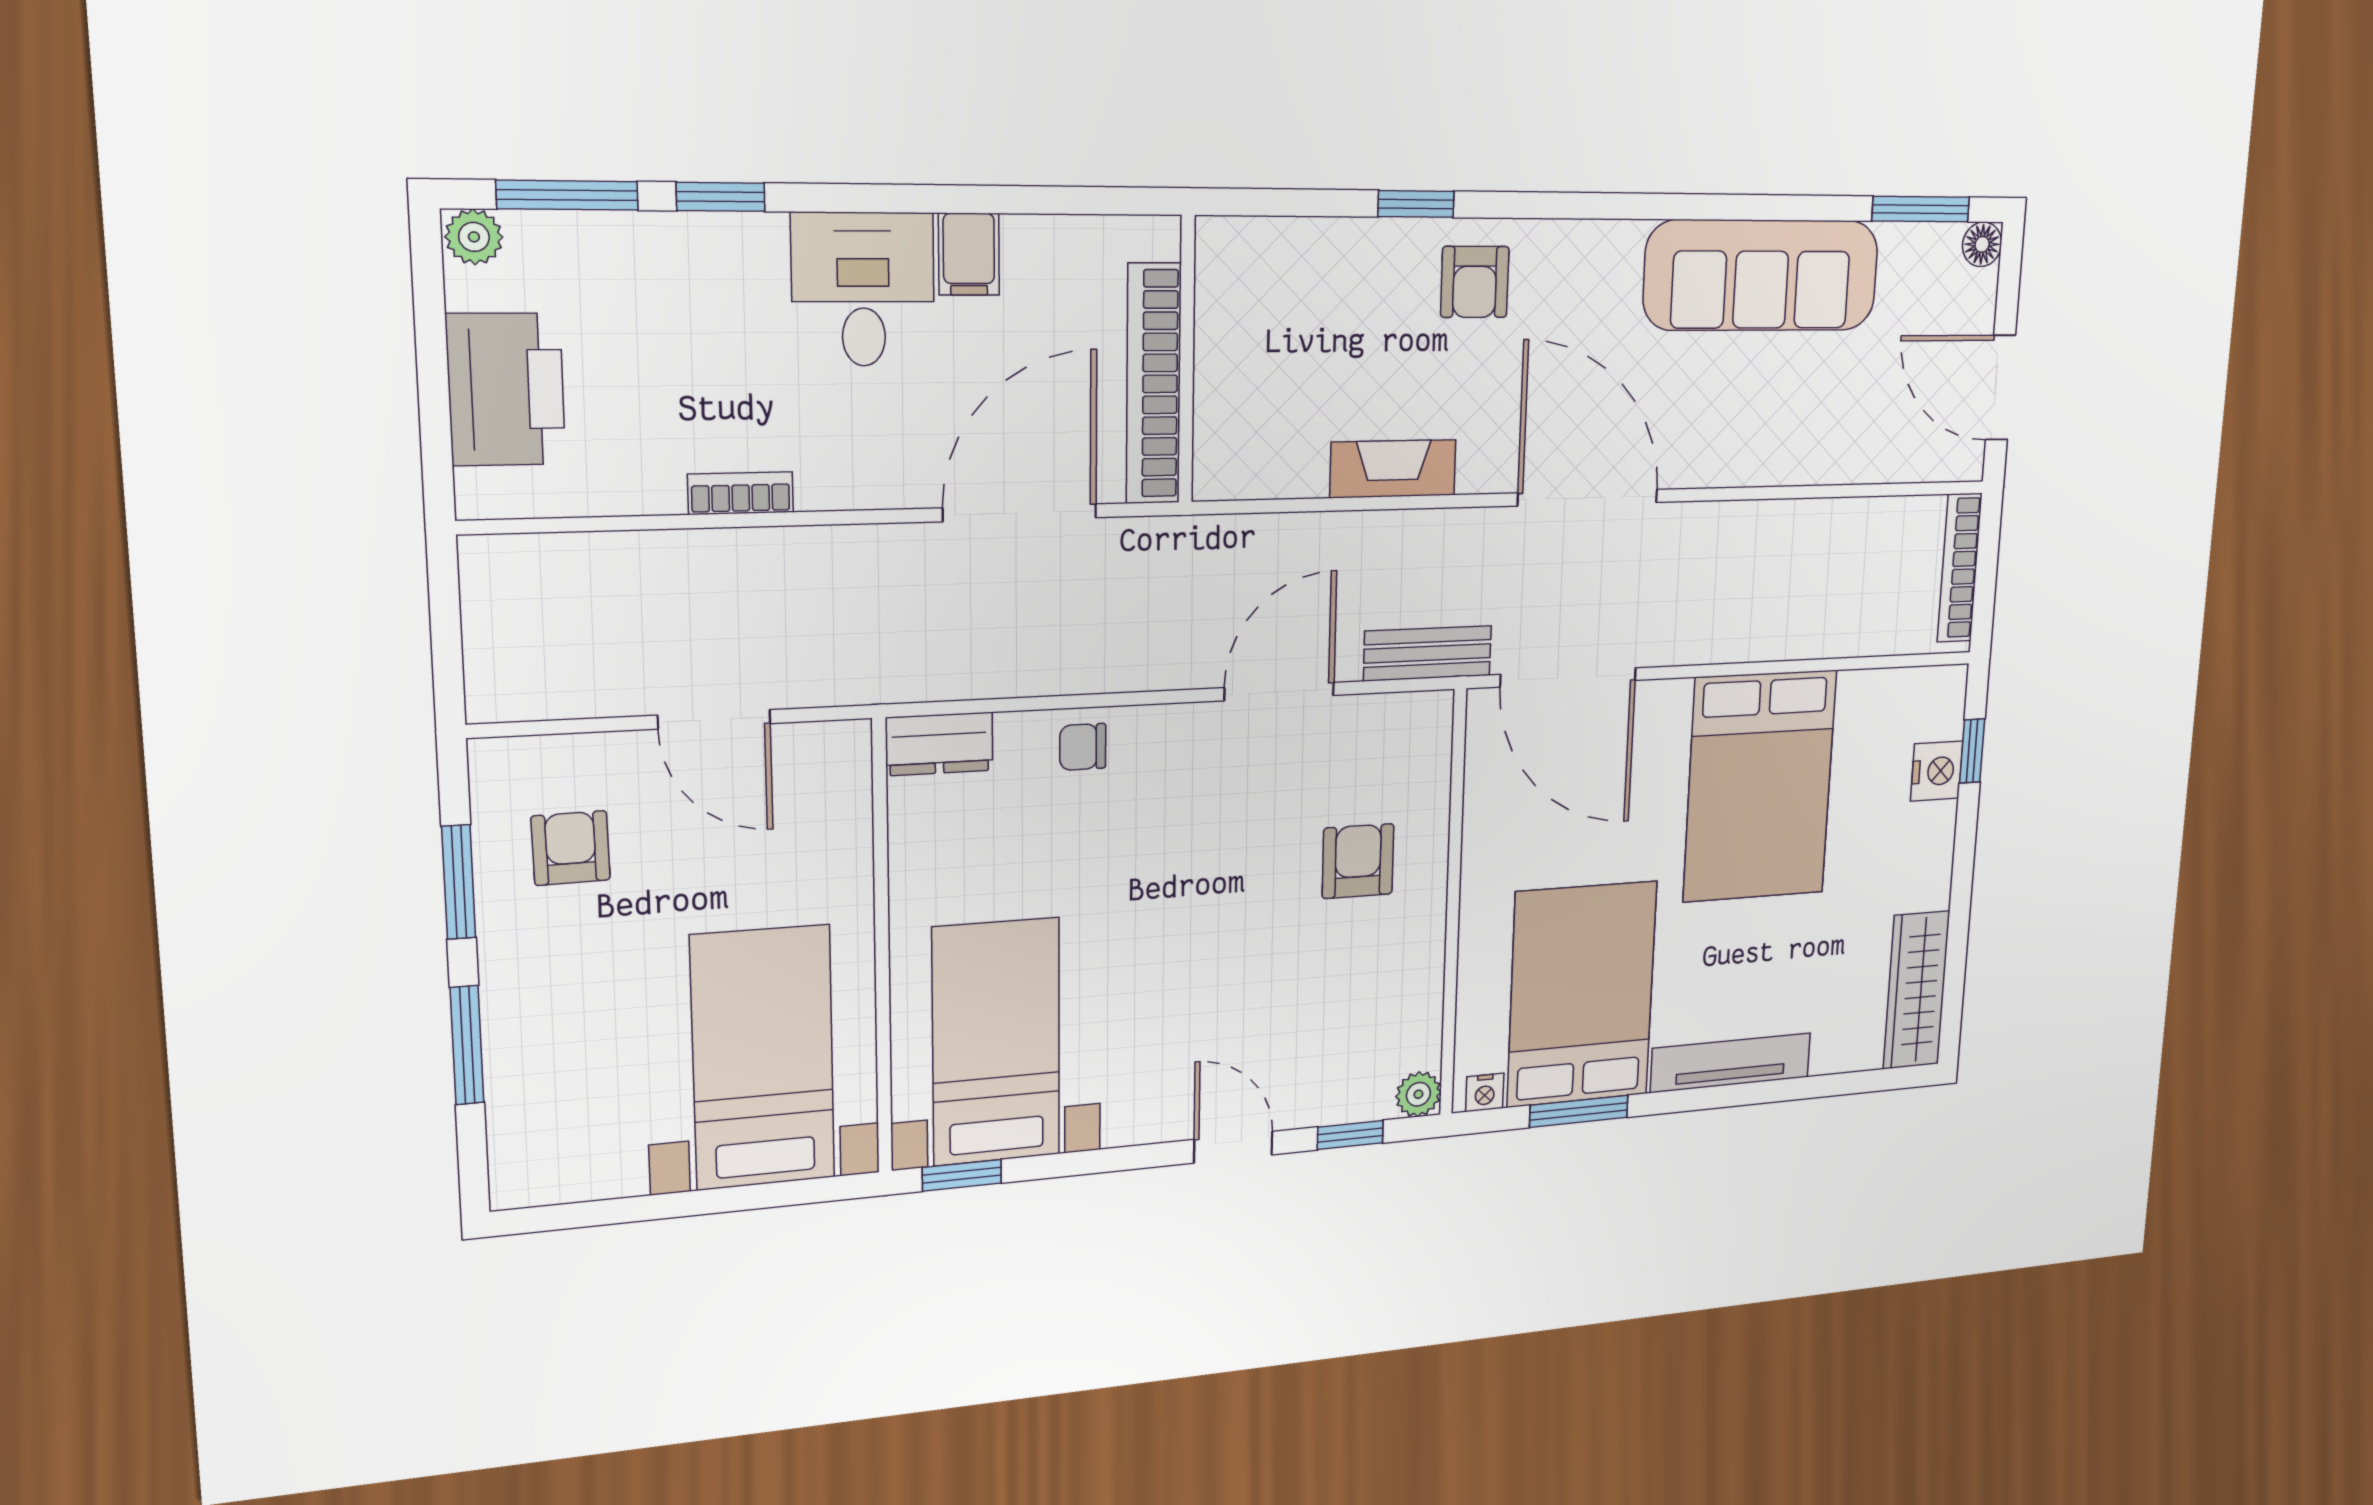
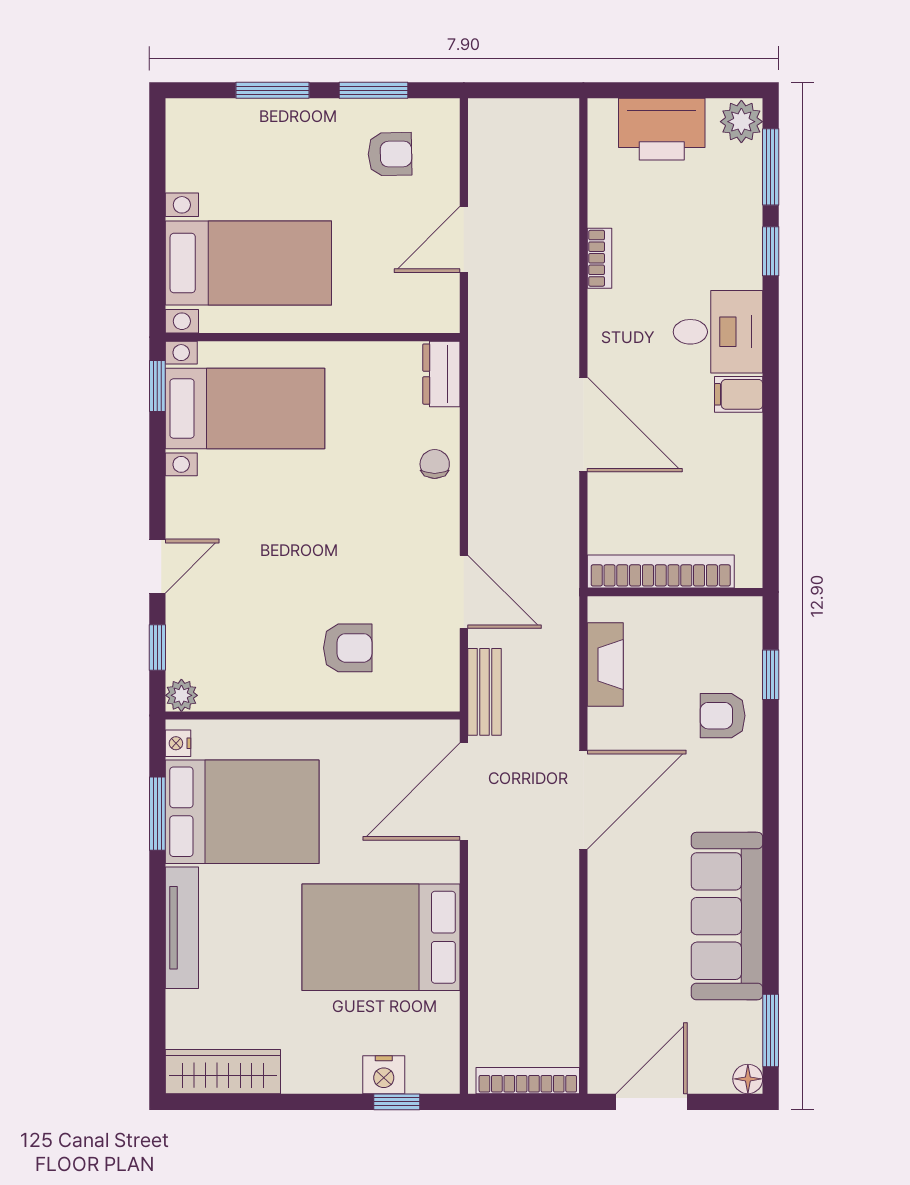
plant: (474, 237) -> (741, 122), width x1.38, depth x1.38
wall: (1187, 360) -> (675, 592), moved
bookcase: (1154, 384) -> (661, 571), moved

